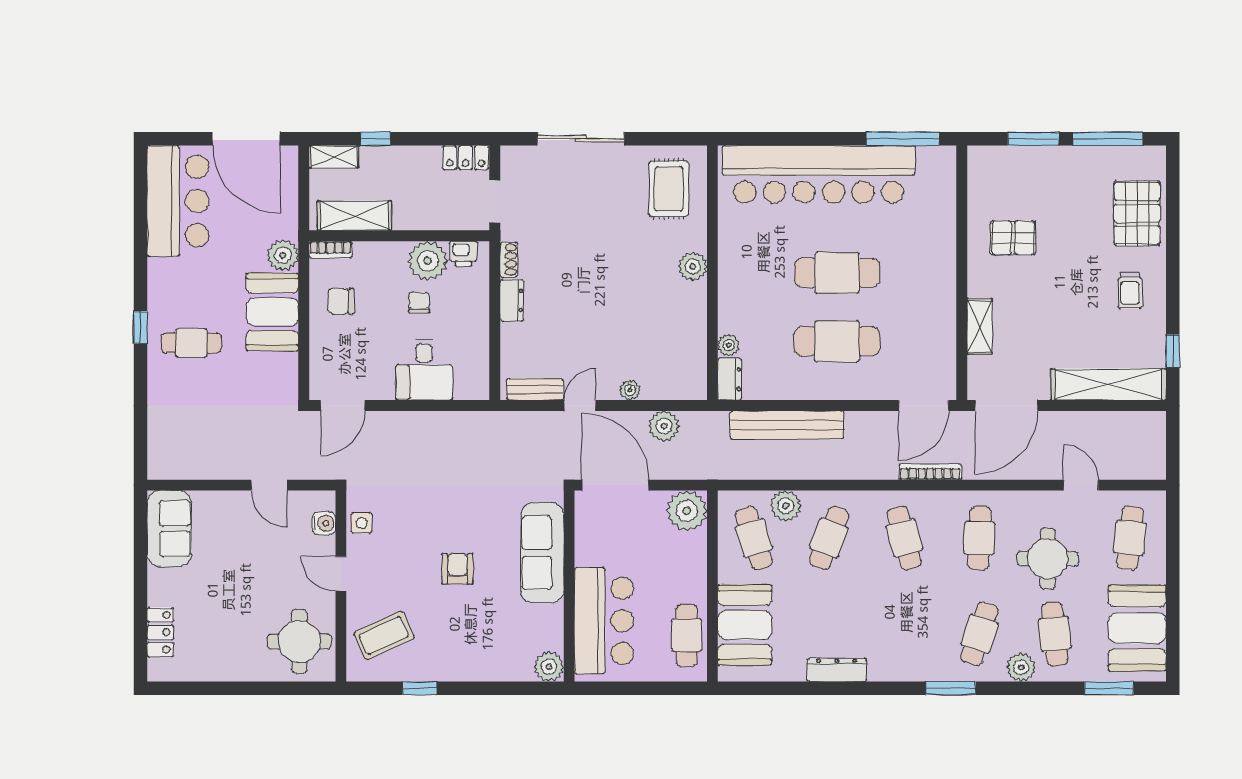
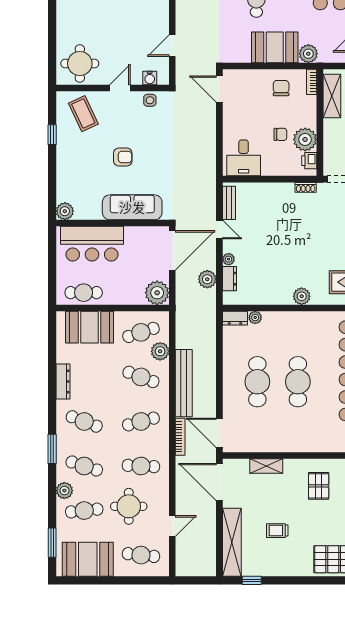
trolley: (1130, 291) -> (277, 531), moved
dresser: (512, 300) -> (229, 279), moved, turned -90
desk: (424, 370) -> (244, 158), moved, turned -90
bench: (787, 425) -> (184, 383), moved
cafe table: (904, 634) -> (84, 421), added

